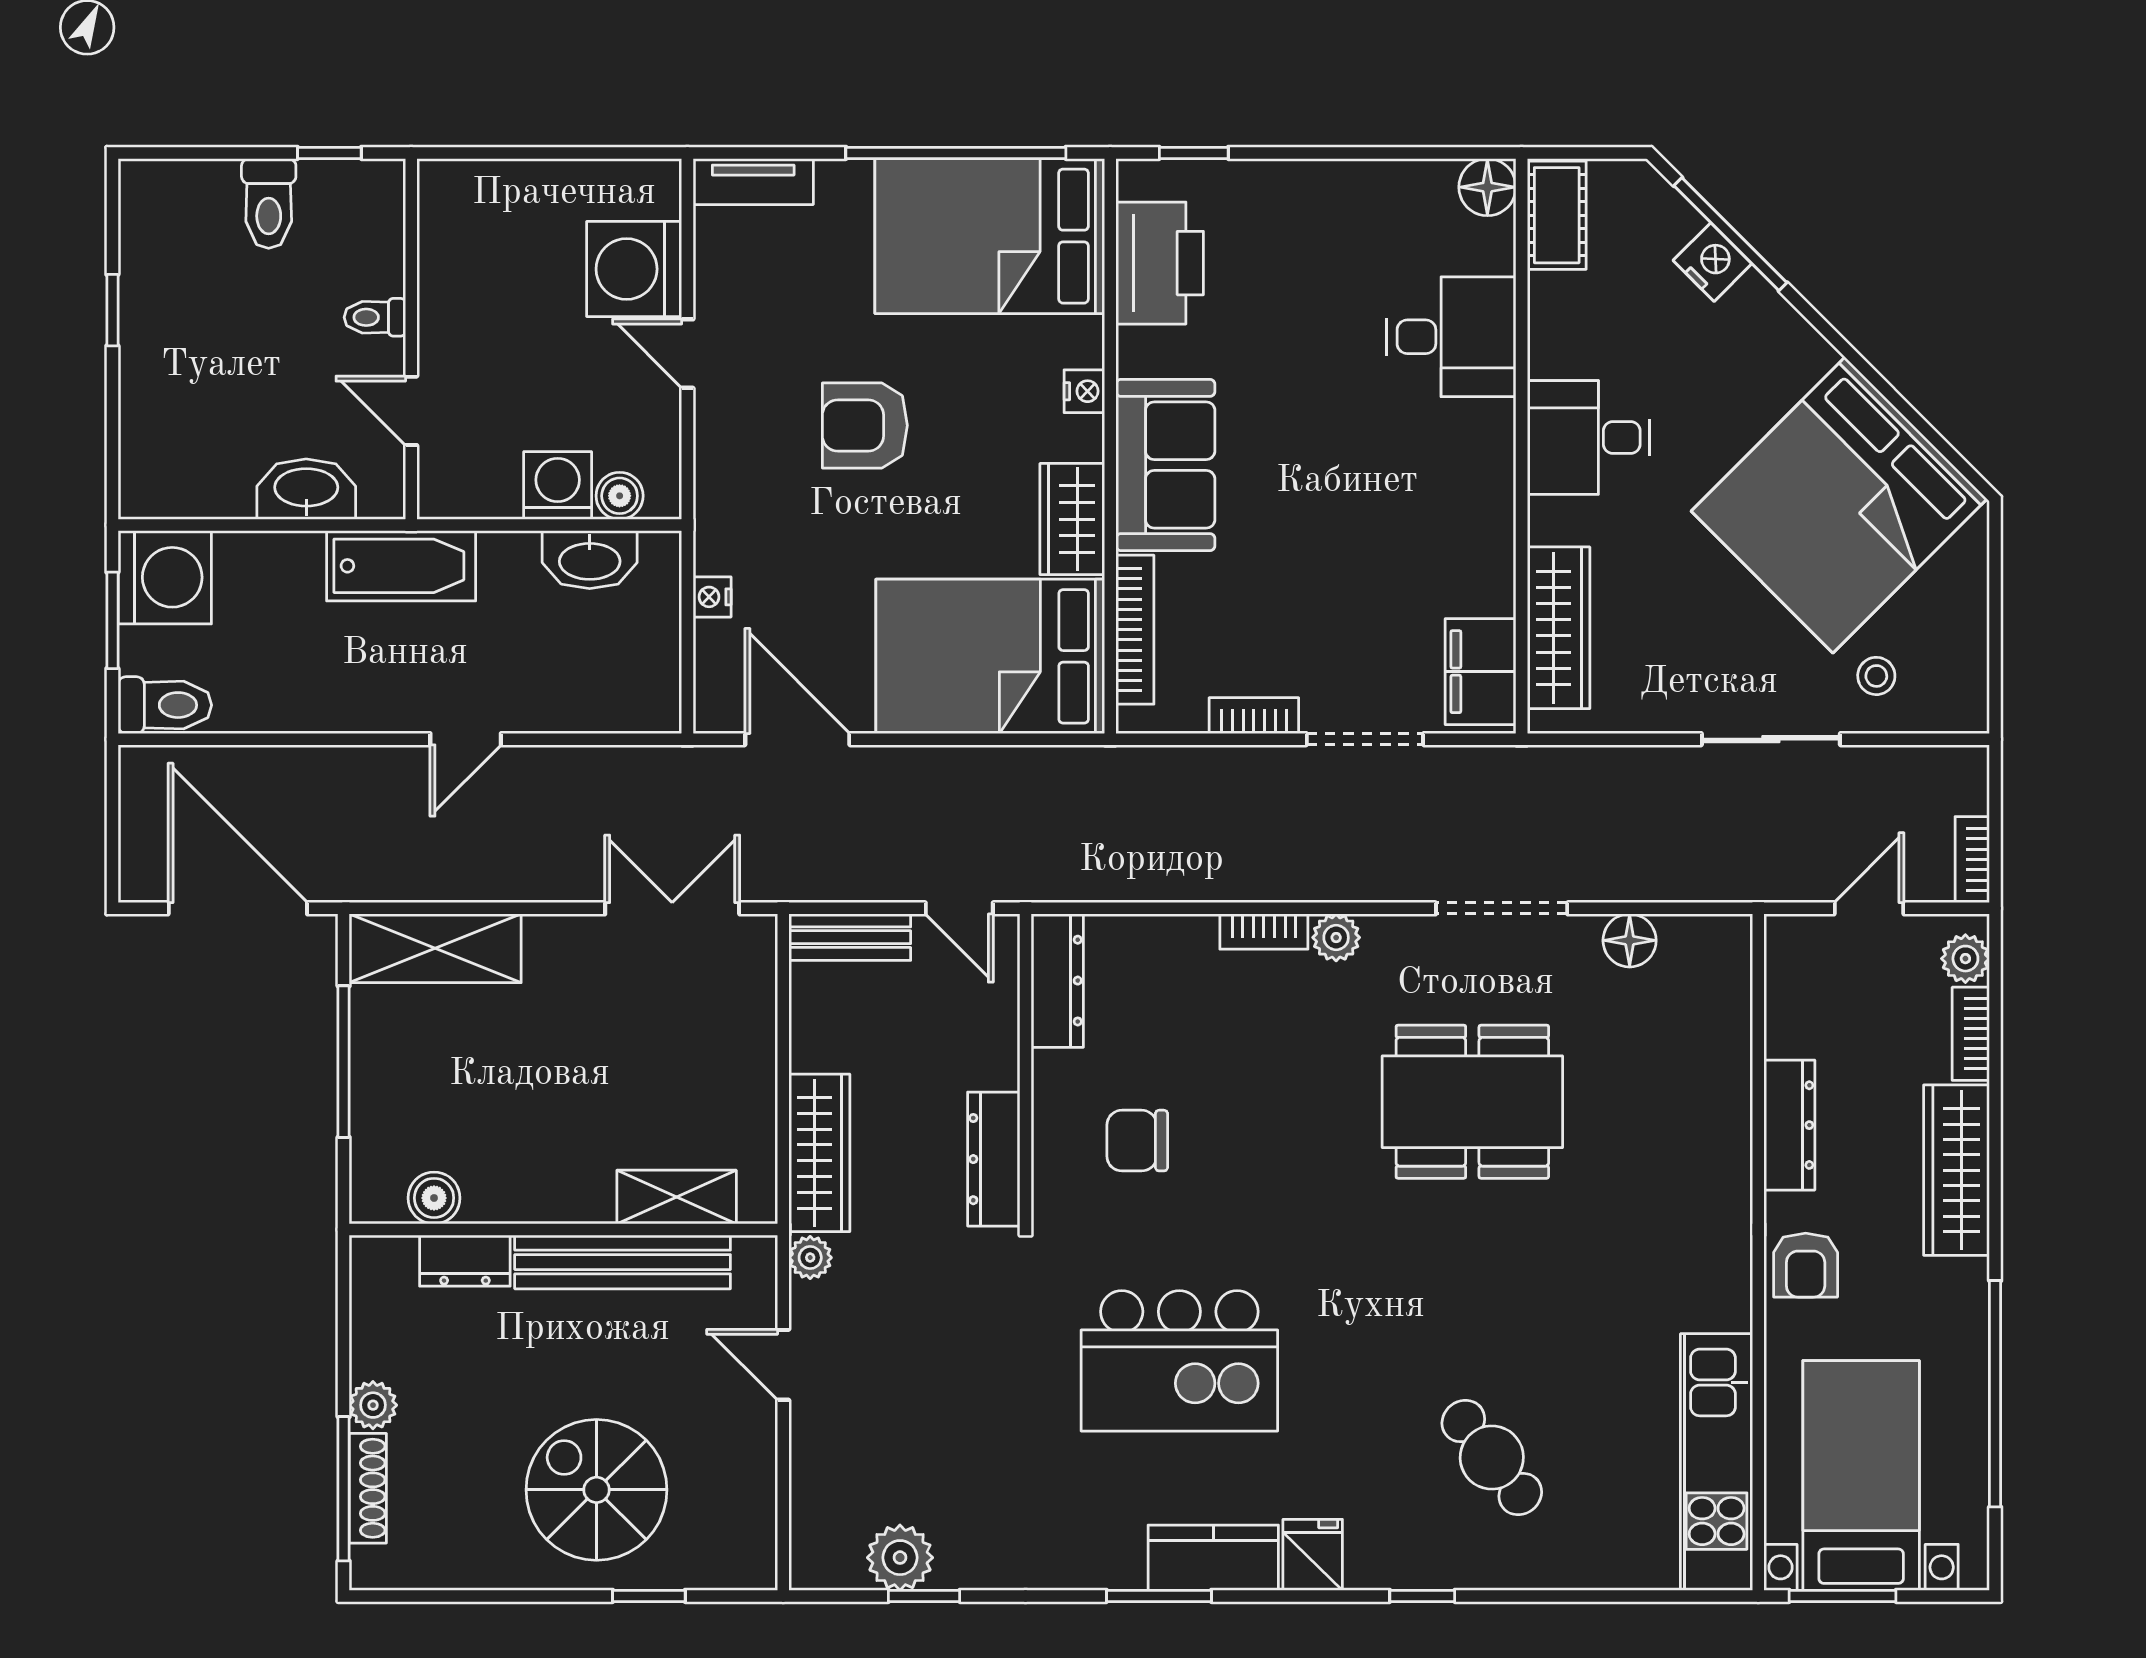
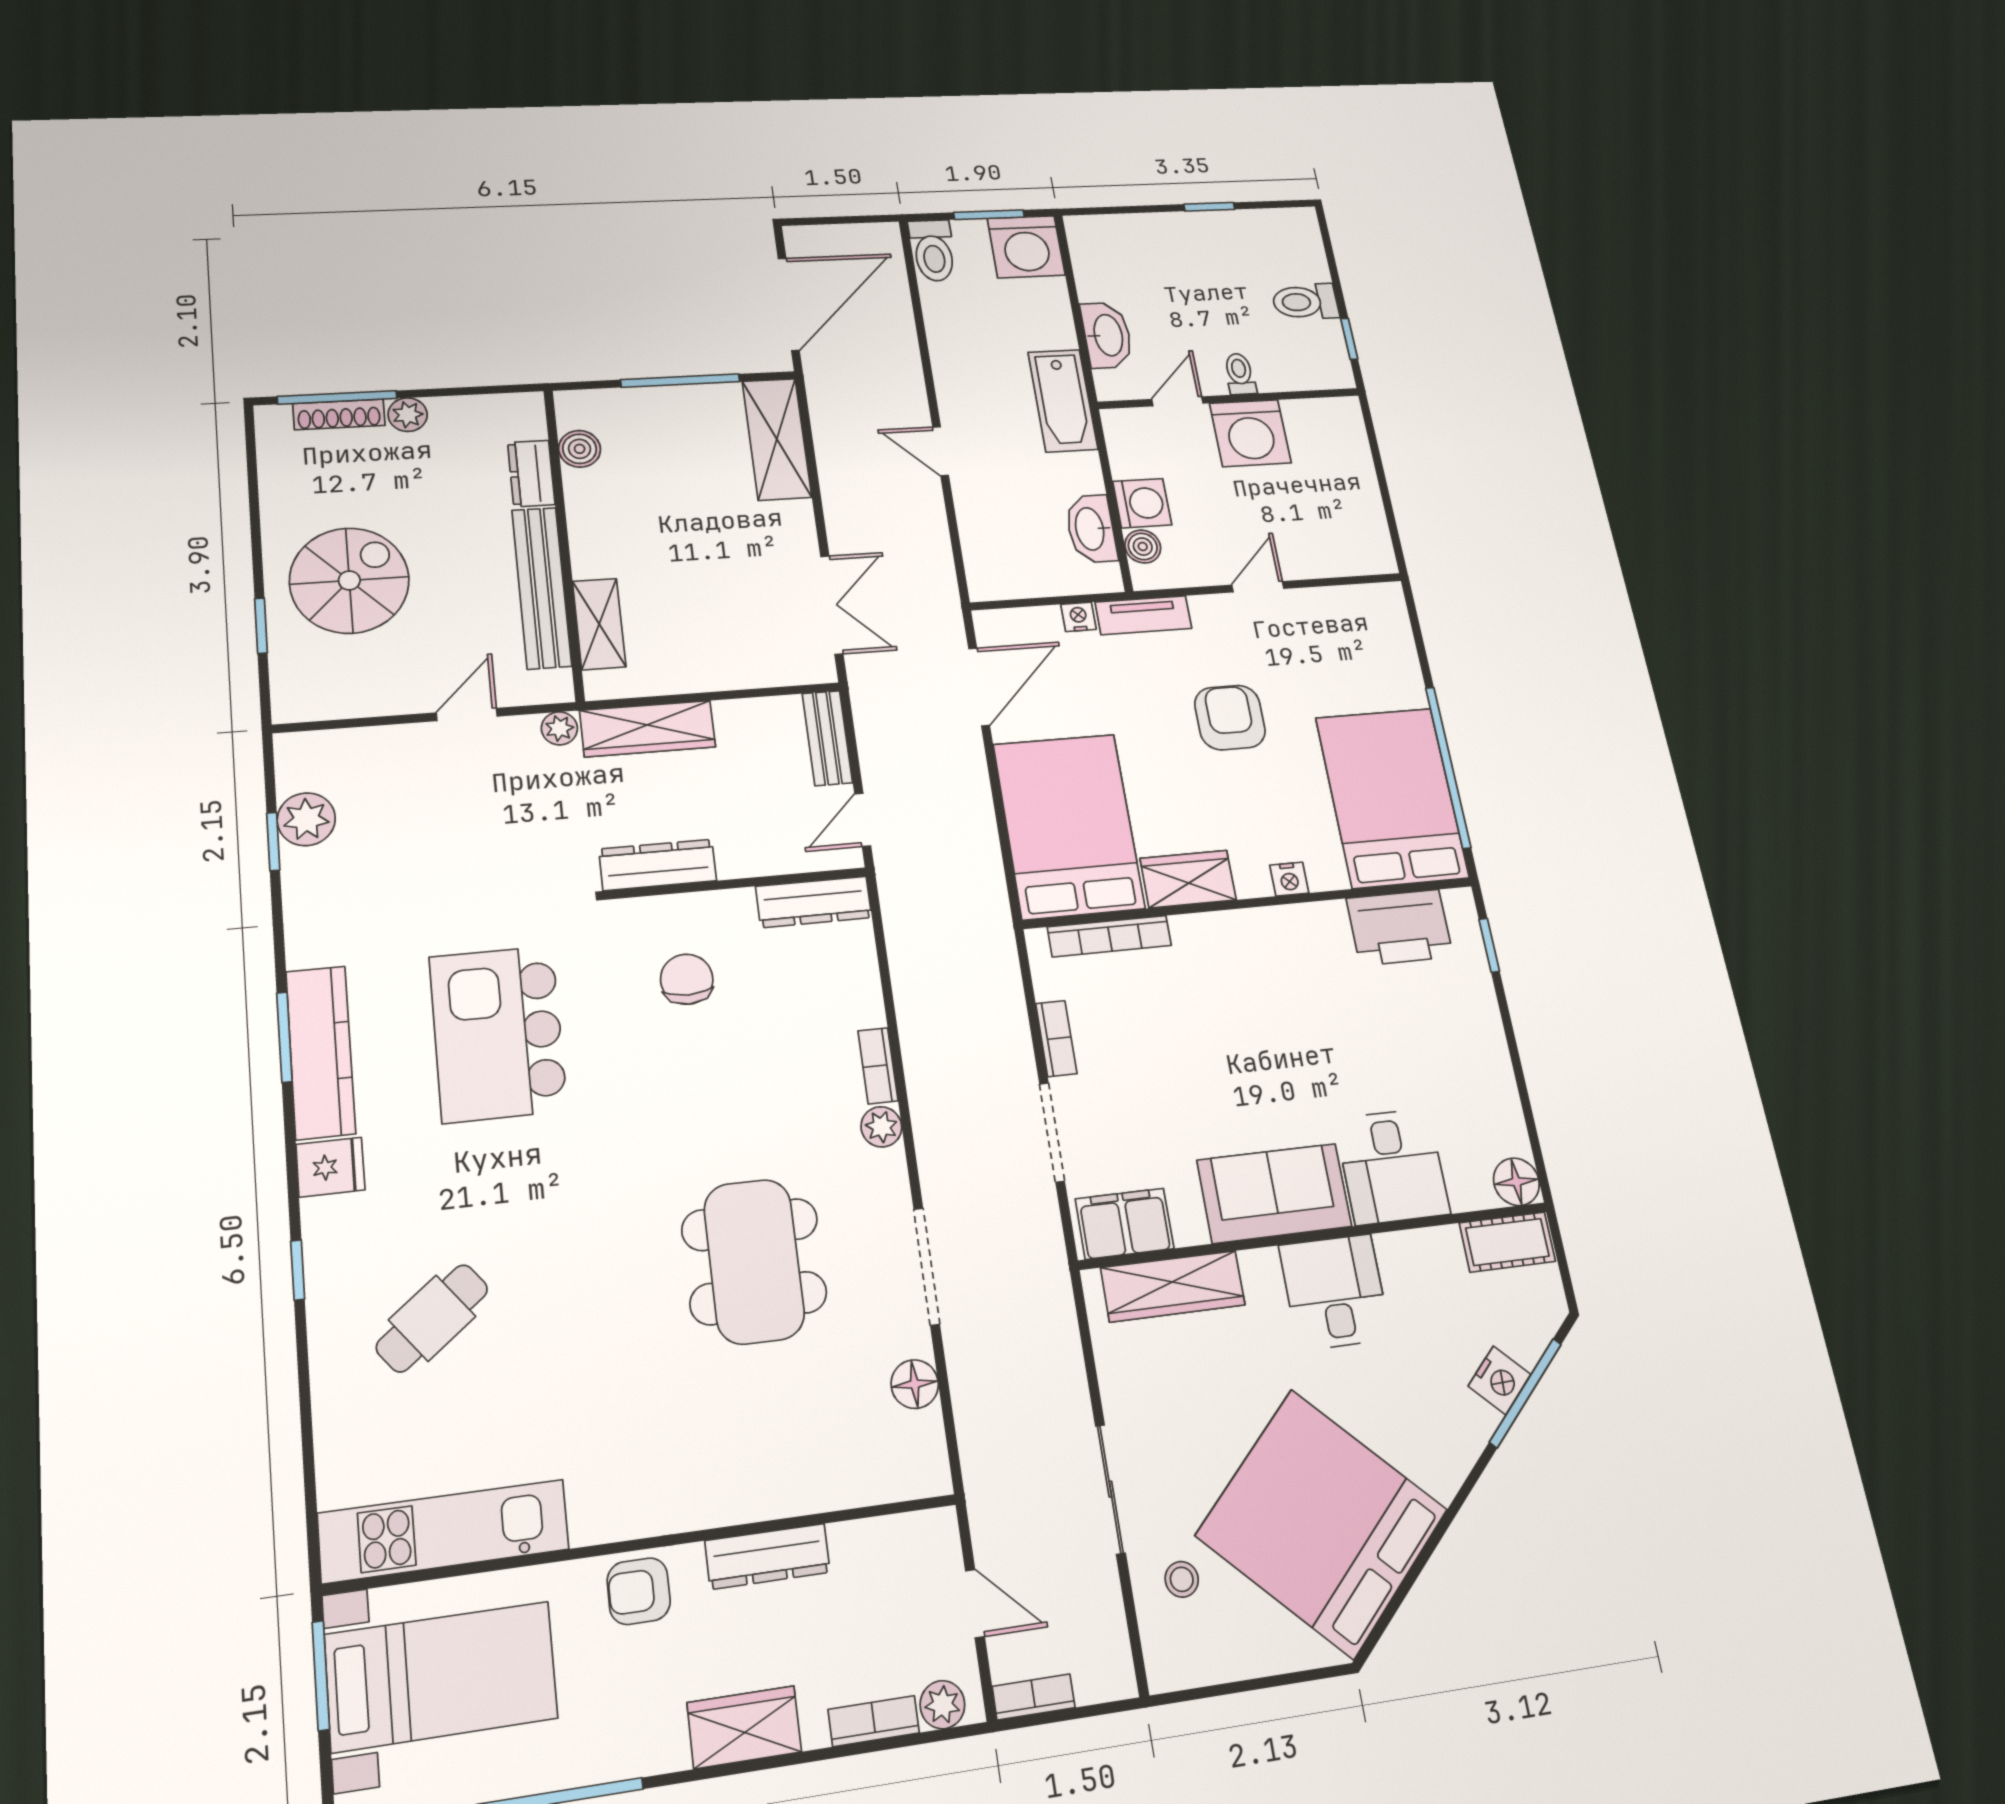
tv unit: (753, 182) -> (1143, 615), moved, turned -90
washing machine: (634, 269) -> (1250, 433), moved, turned 180
sofa: (1165, 465) -> (1274, 1193), moved, turned 180
wardrobe: (1957, 1170) -> (744, 1727), width x0.67
kitchen counter: (1213, 1558) -> (321, 1052), width x1.50

